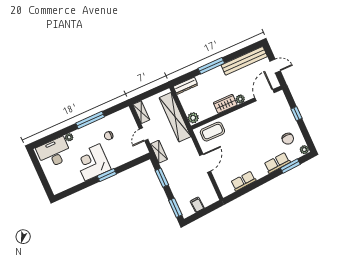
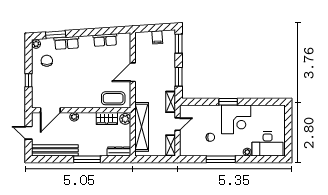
wardrobe: (225, 104) -> (107, 119), moved

